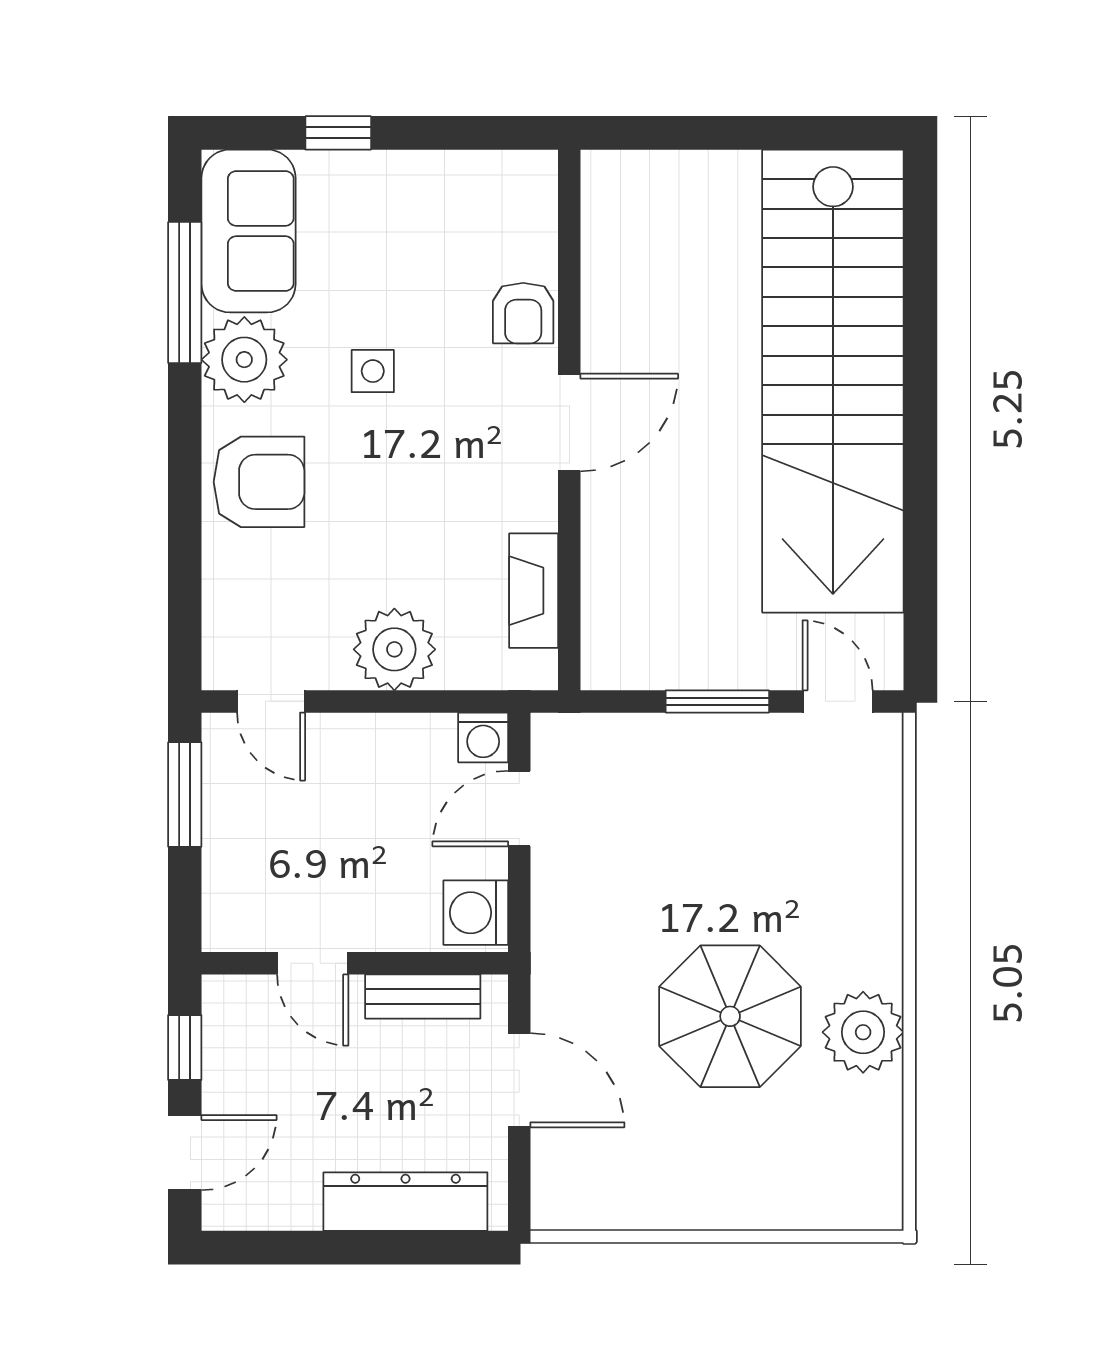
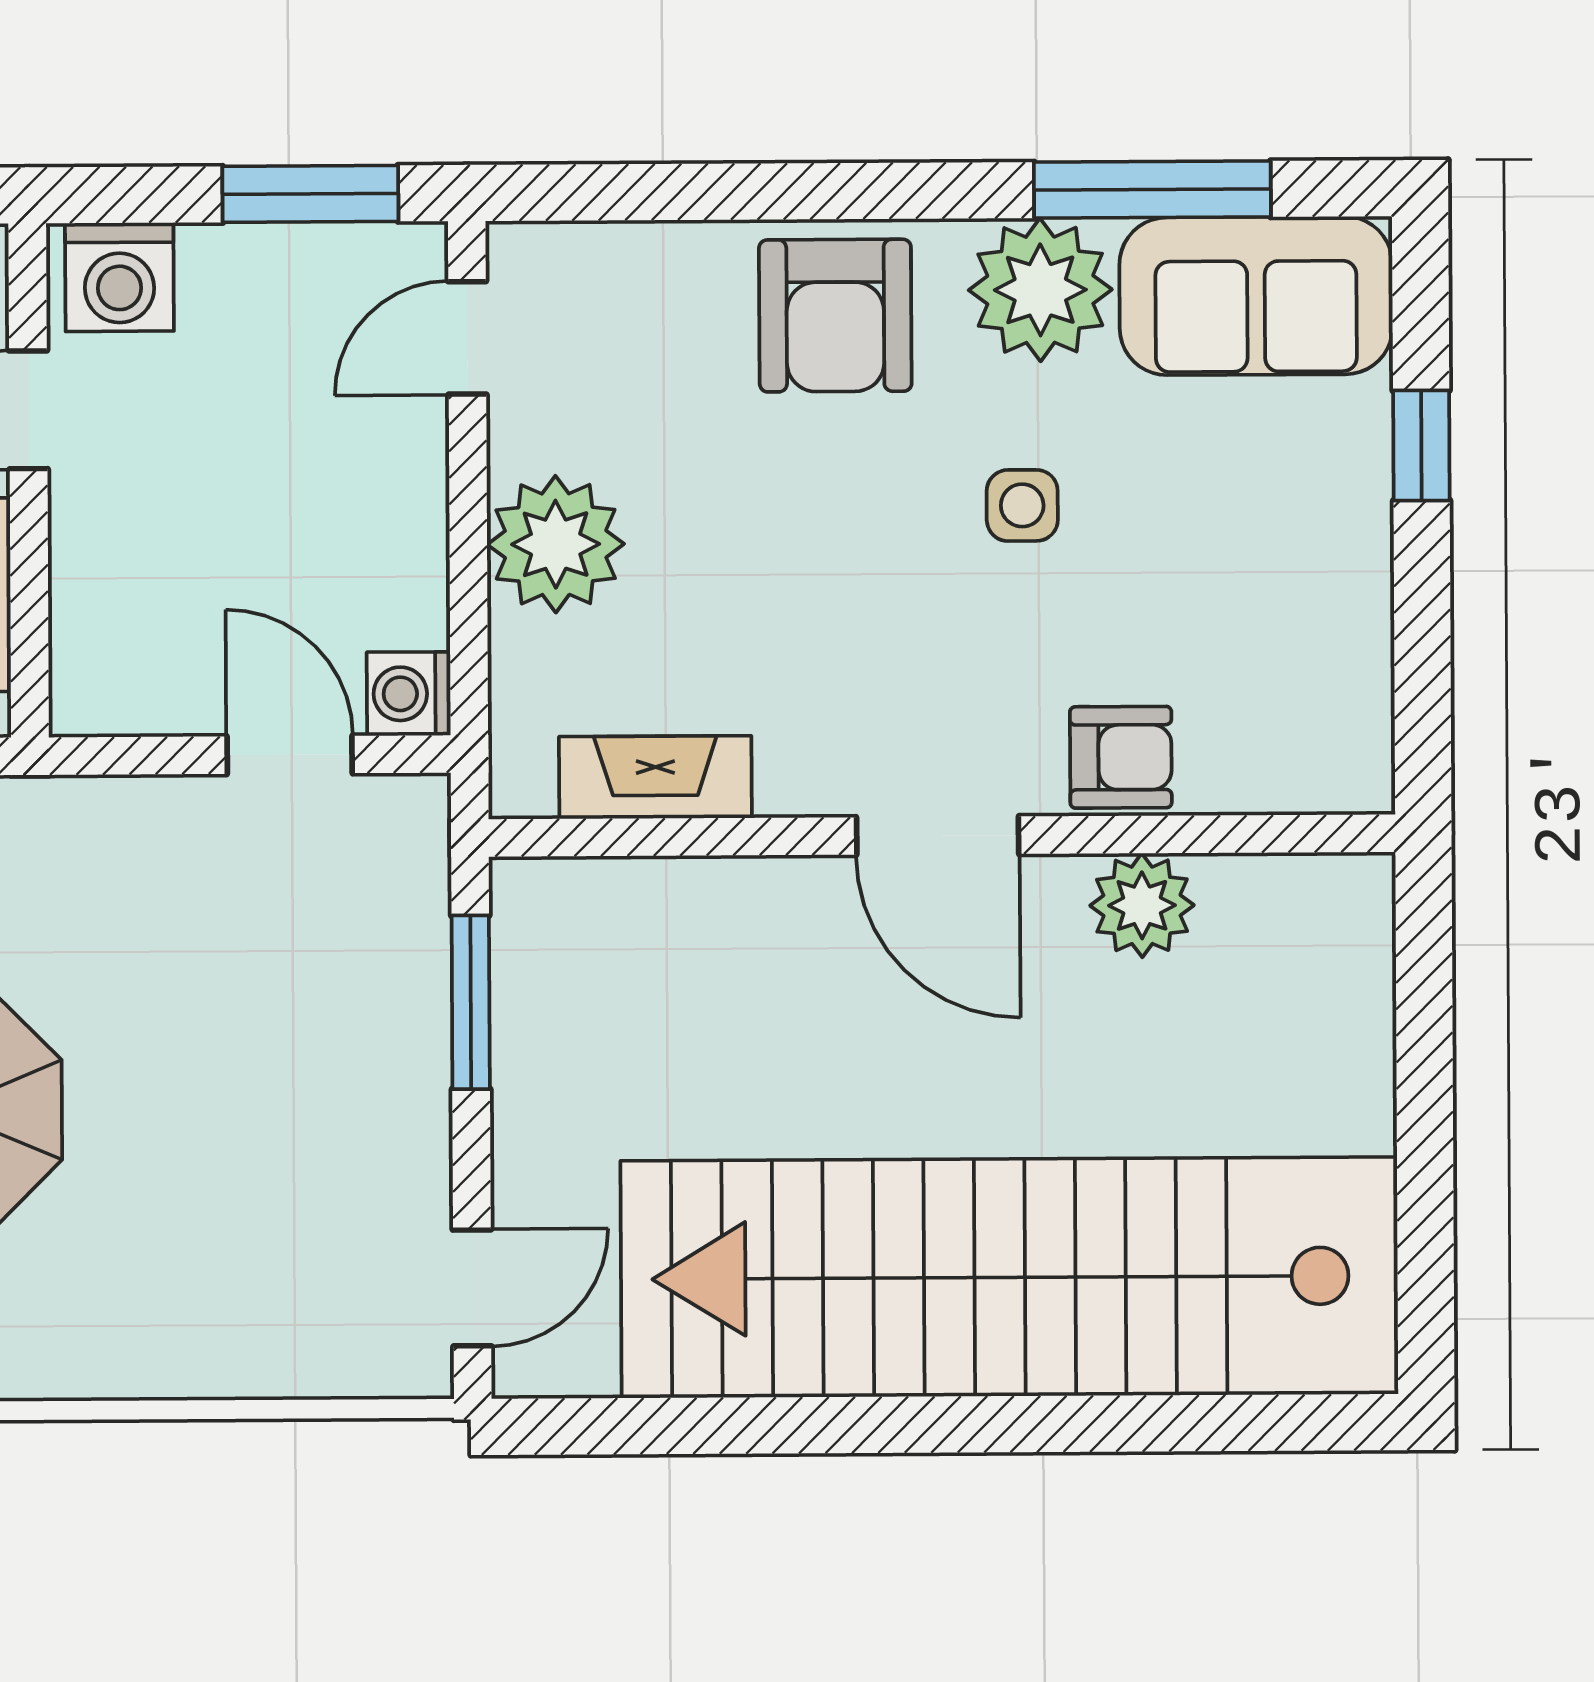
plant: (612, 301) -> (1142, 905), added
armchair: (523, 313) -> (1121, 757), turned 180
window: (717, 701) -> (471, 1002), moved
washing machine: (476, 913) -> (119, 277), moved, turned 180

